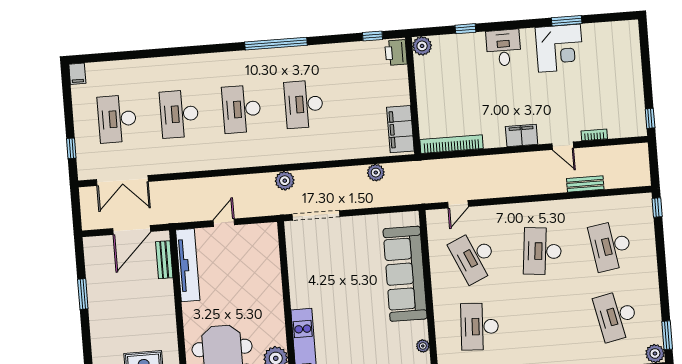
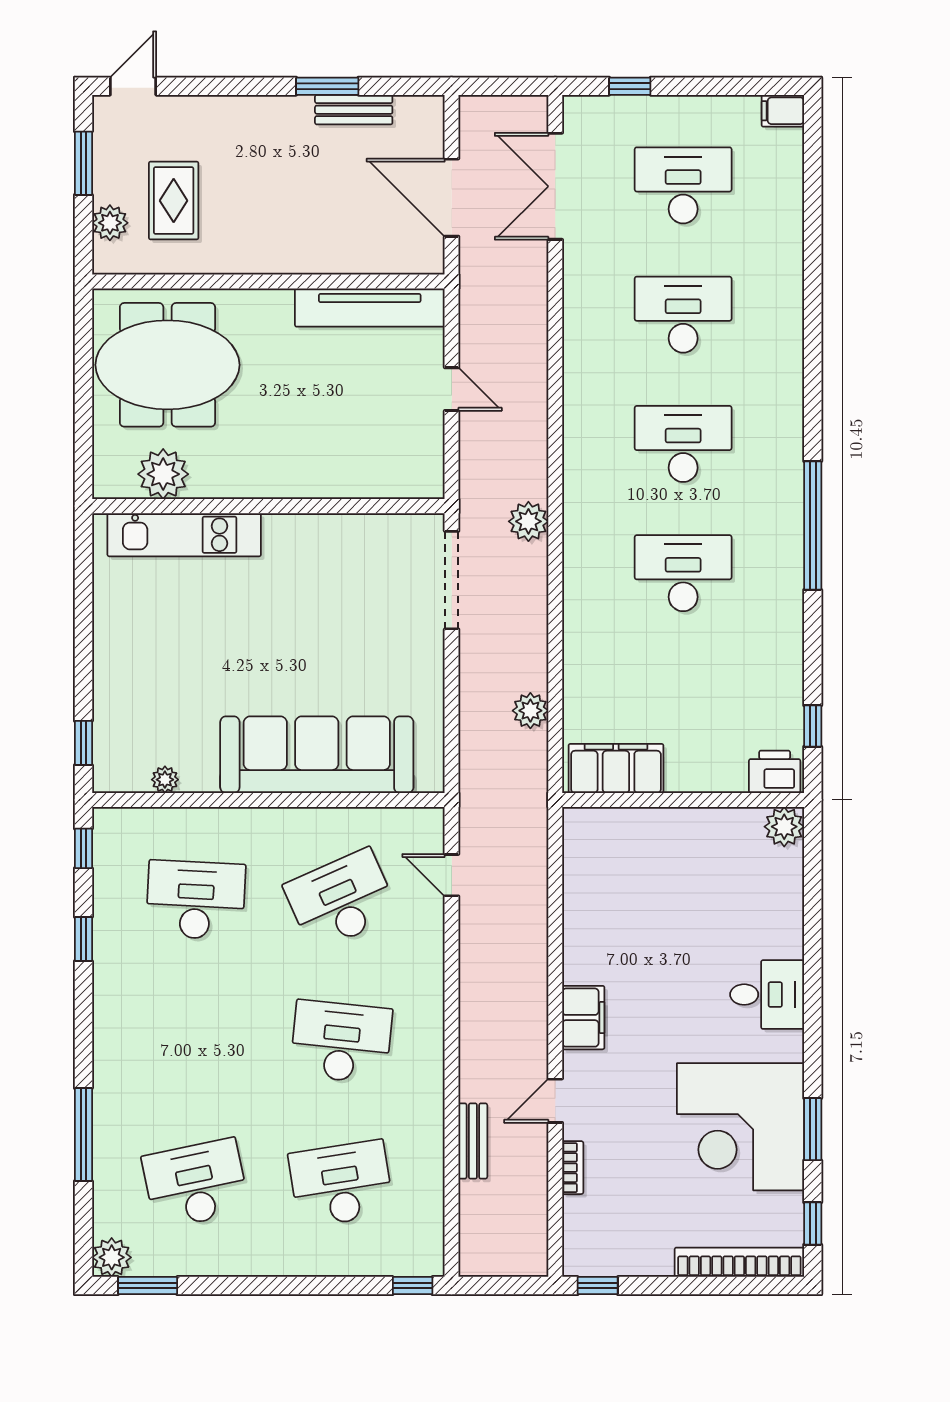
window: (465, 29) -> (813, 1224), moved
corner desk: (559, 48) -> (740, 1127), width x1.36, depth x1.36
bookcase: (452, 144) -> (739, 1262), moved, turned -90
bench: (164, 260) -> (354, 110), moved

